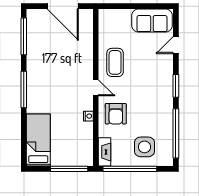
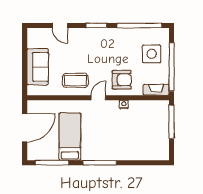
sofa: (152, 21) -> (38, 67), moved
bed: (38, 140) -> (70, 137), moved, turned 90

